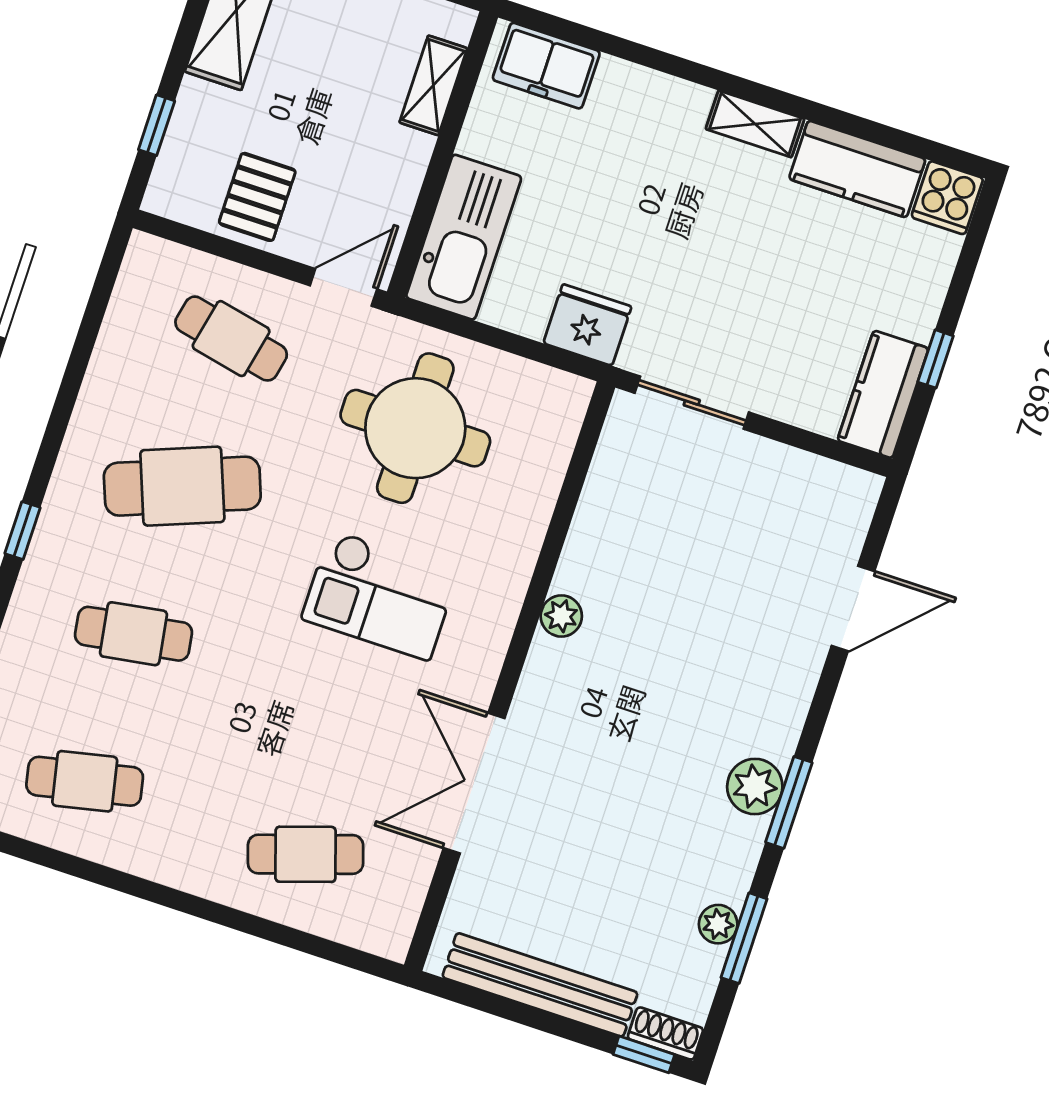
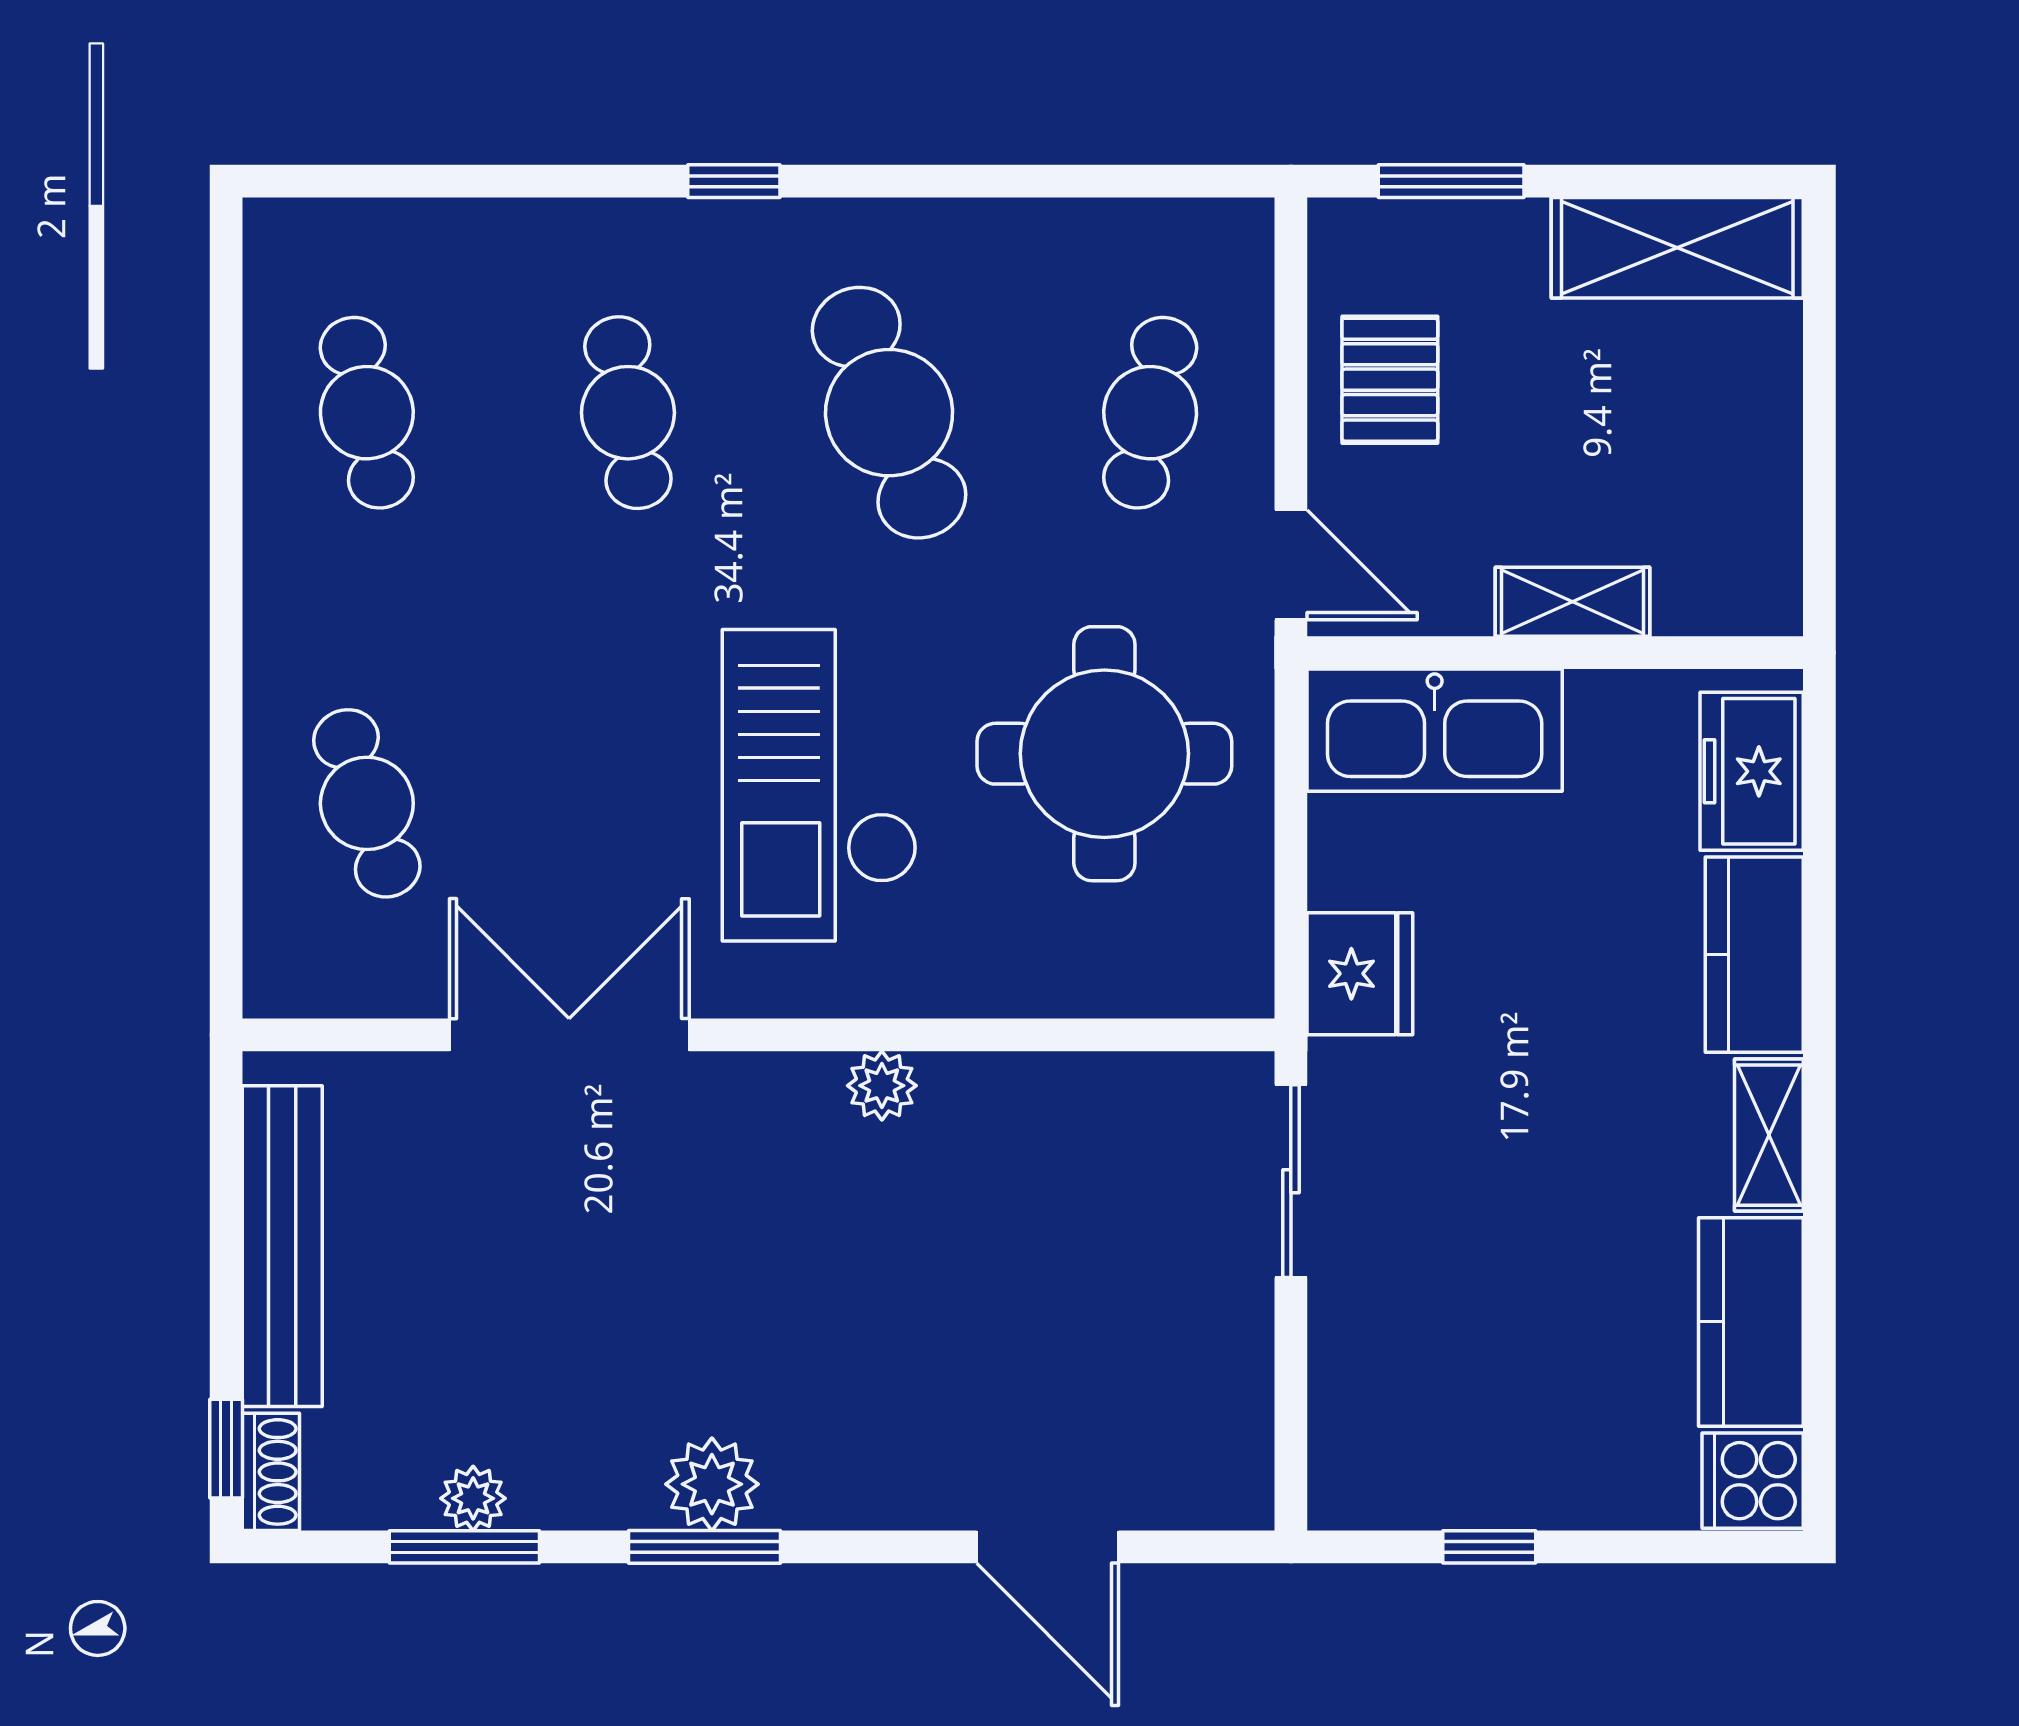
shelving: (433, 85) -> (1573, 602), moved
window: (157, 125) -> (1451, 181), width x1.50
pallet: (257, 197) -> (1390, 380), turned 90
kitchen counter: (883, 394) -> (1754, 955), moved, turned -90
checkout: (380, 595) -> (820, 785), width x1.36, depth x1.21

